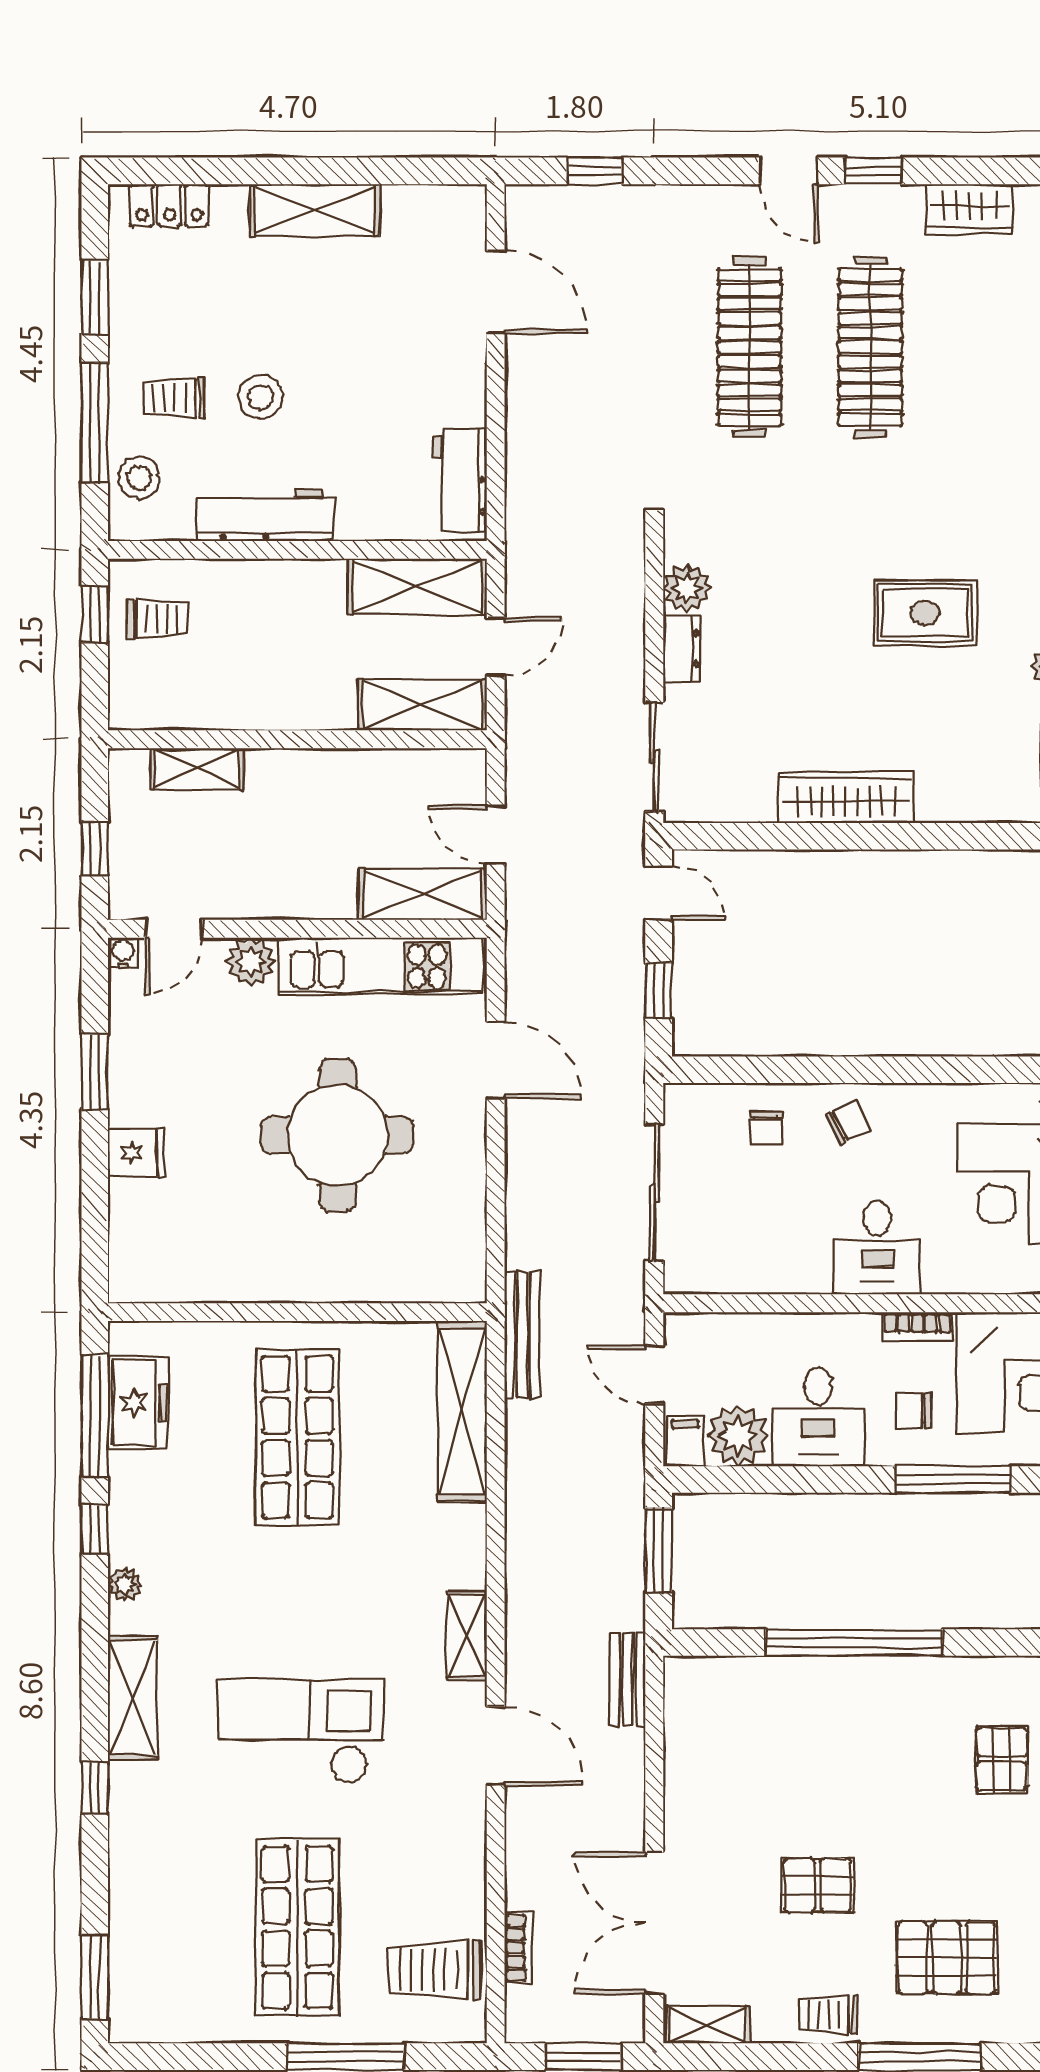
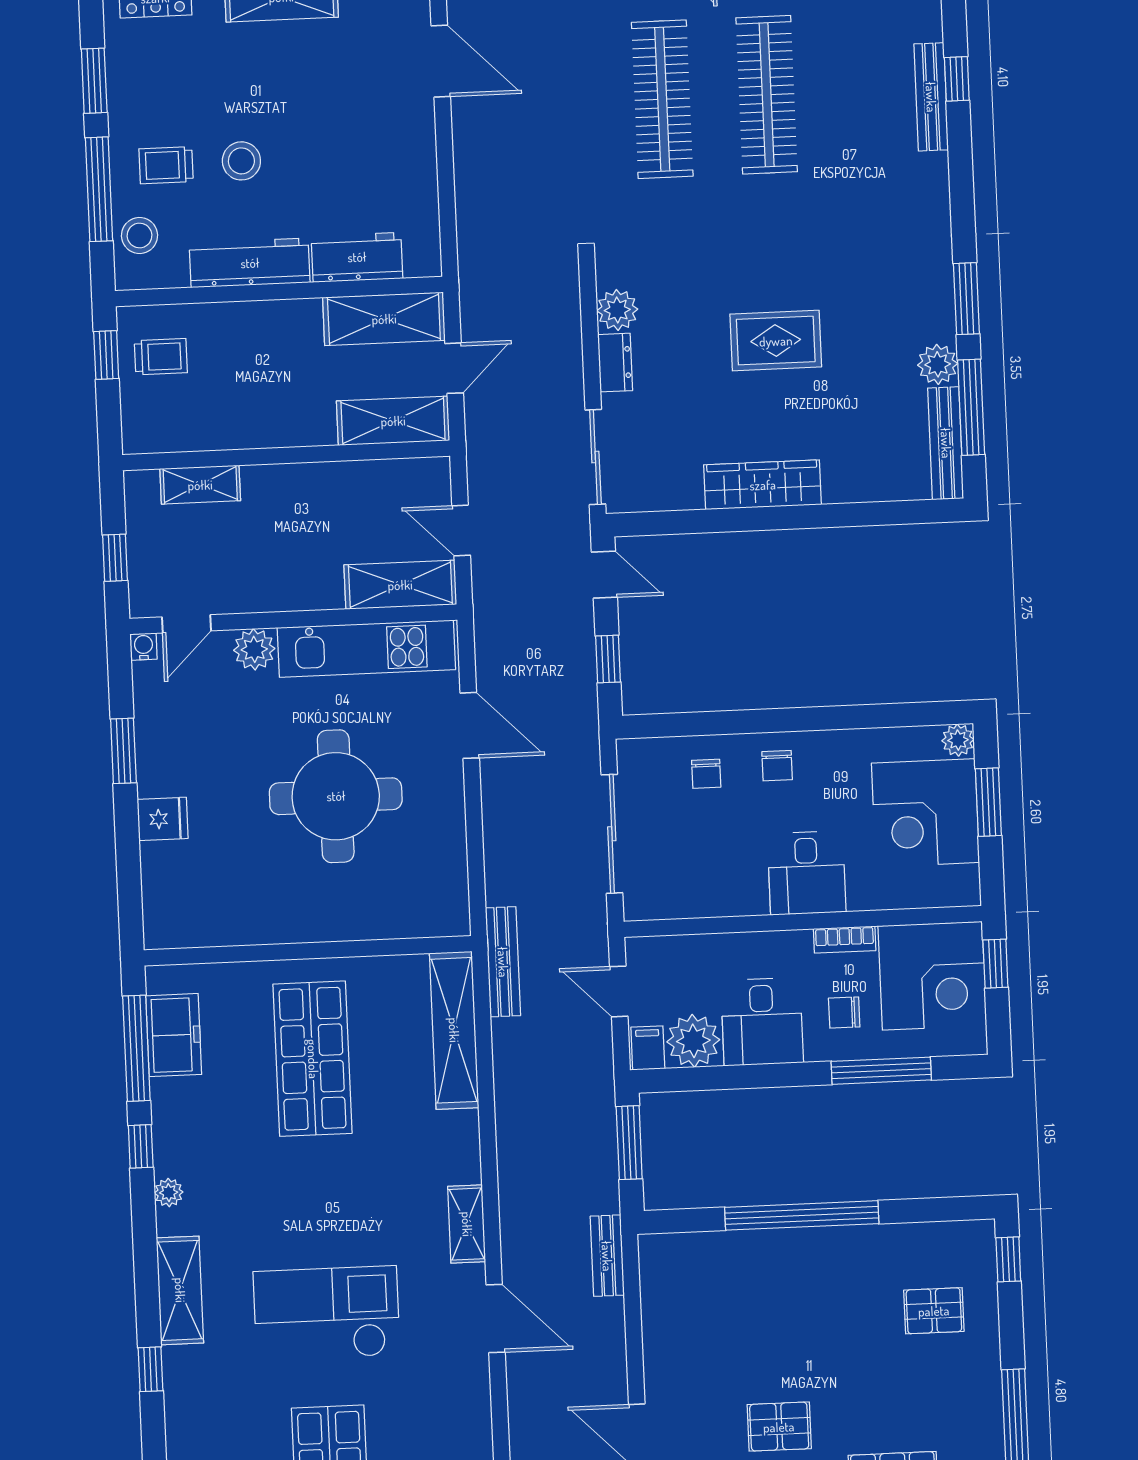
workbench: (460, 480) -> (357, 257), moved, turned 90
rug: (925, 613) -> (776, 341), moved
chair: (848, 1122) -> (777, 766), turned 117
pallet: (1002, 1759) -> (934, 1311), turned 90

